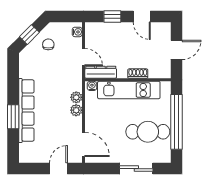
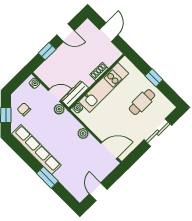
plant: (76, 97) -> (59, 109), moved
row of seats: (26, 111) -> (36, 149), moved
window: (176, 122) -> (154, 78), width x0.32
cafe table: (148, 132) -> (142, 102), width x0.73, depth x0.74
door: (58, 169) -> (98, 192), moved

